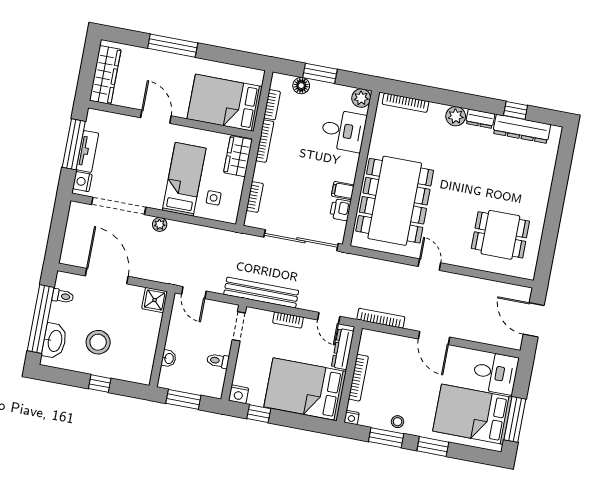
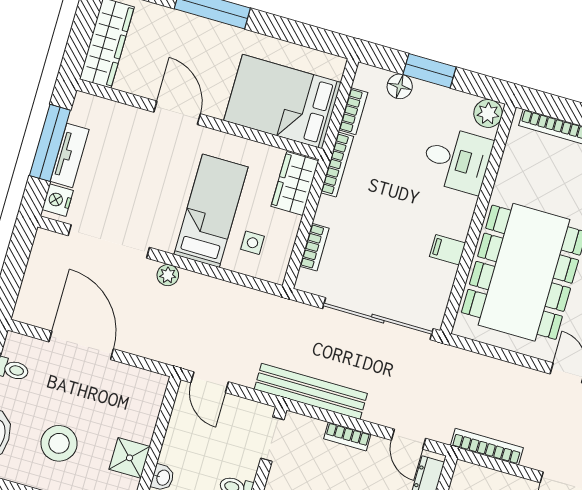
printer: (340, 210) -> (441, 278), removed
shower: (155, 300) -> (130, 458), moved

